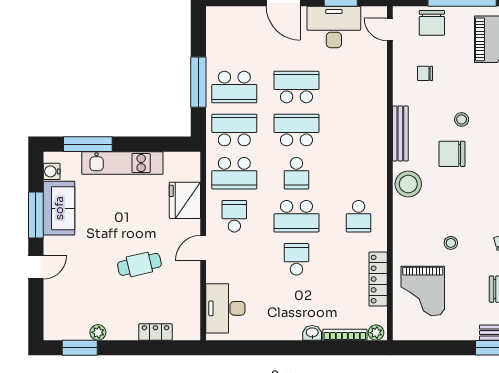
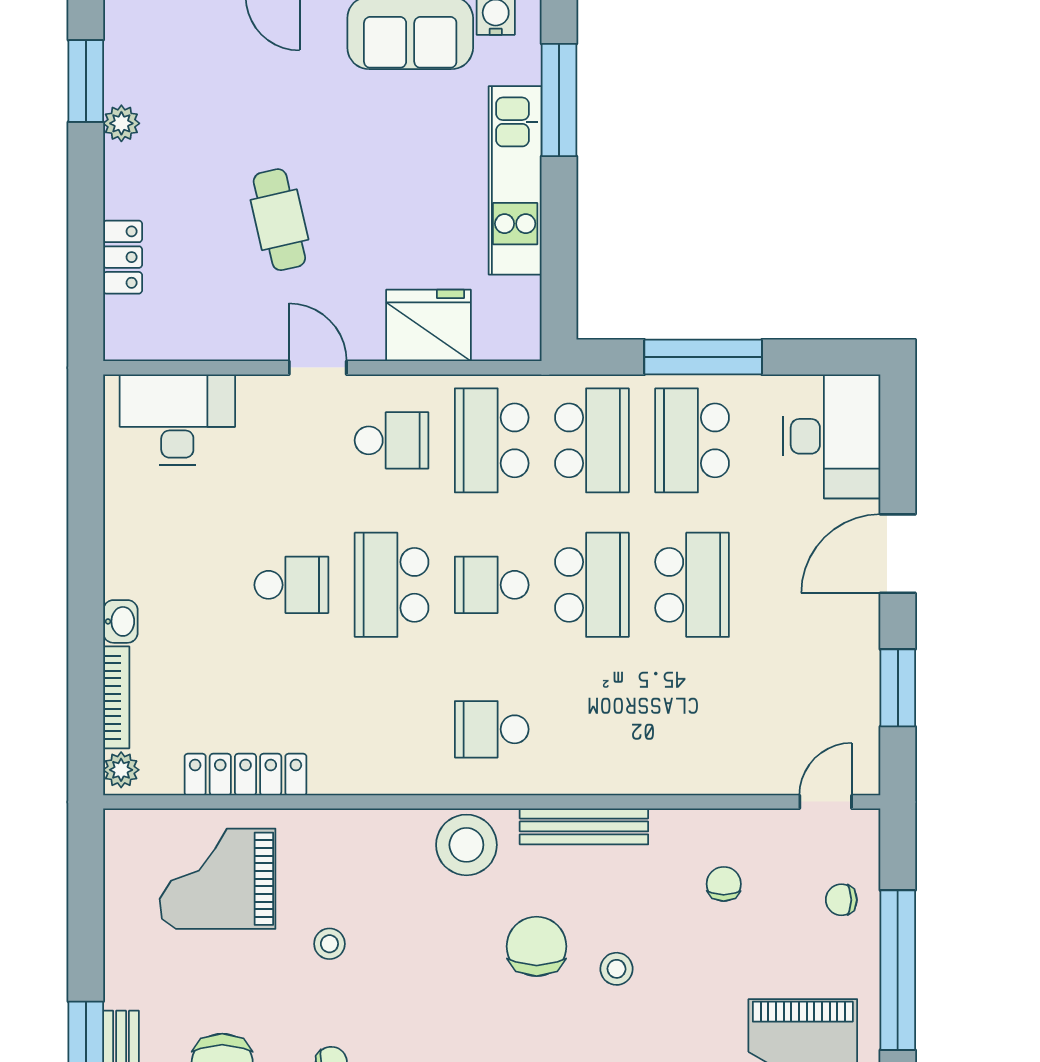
chair: (432, 23) -> (841, 900), width x0.54, depth x0.54
desk: (334, 27) -> (832, 436), moved
school desk: (359, 216) -> (492, 729), moved

